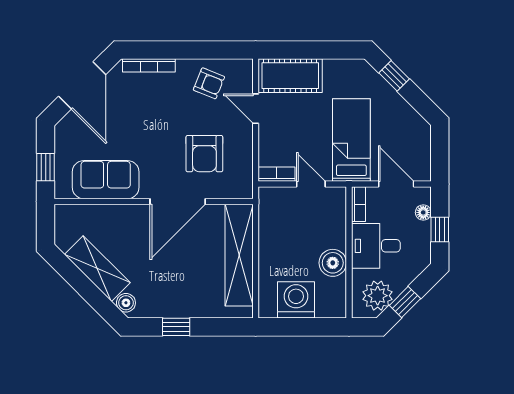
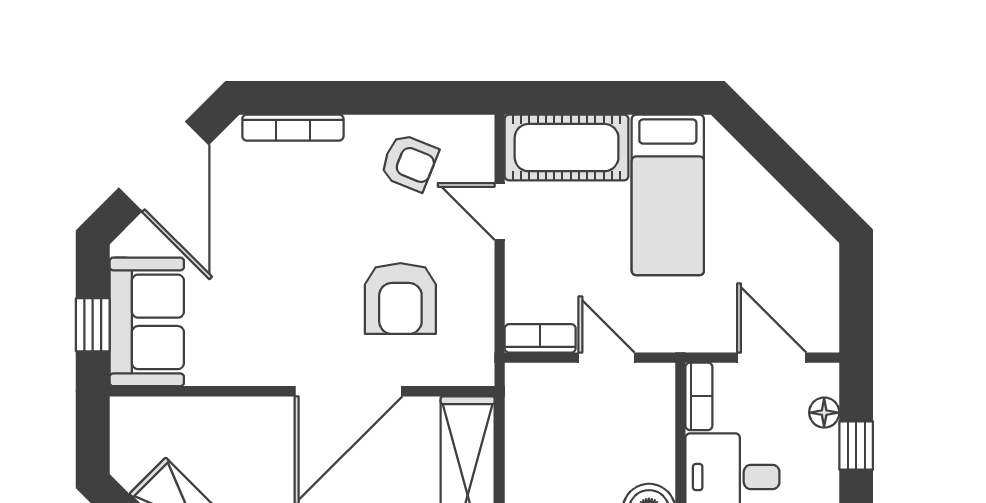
window: (394, 76) -> (768, 148), removed
bed: (351, 140) -> (668, 195), moved, turned 180
sofa: (106, 180) -> (147, 322), moved, turned 90

